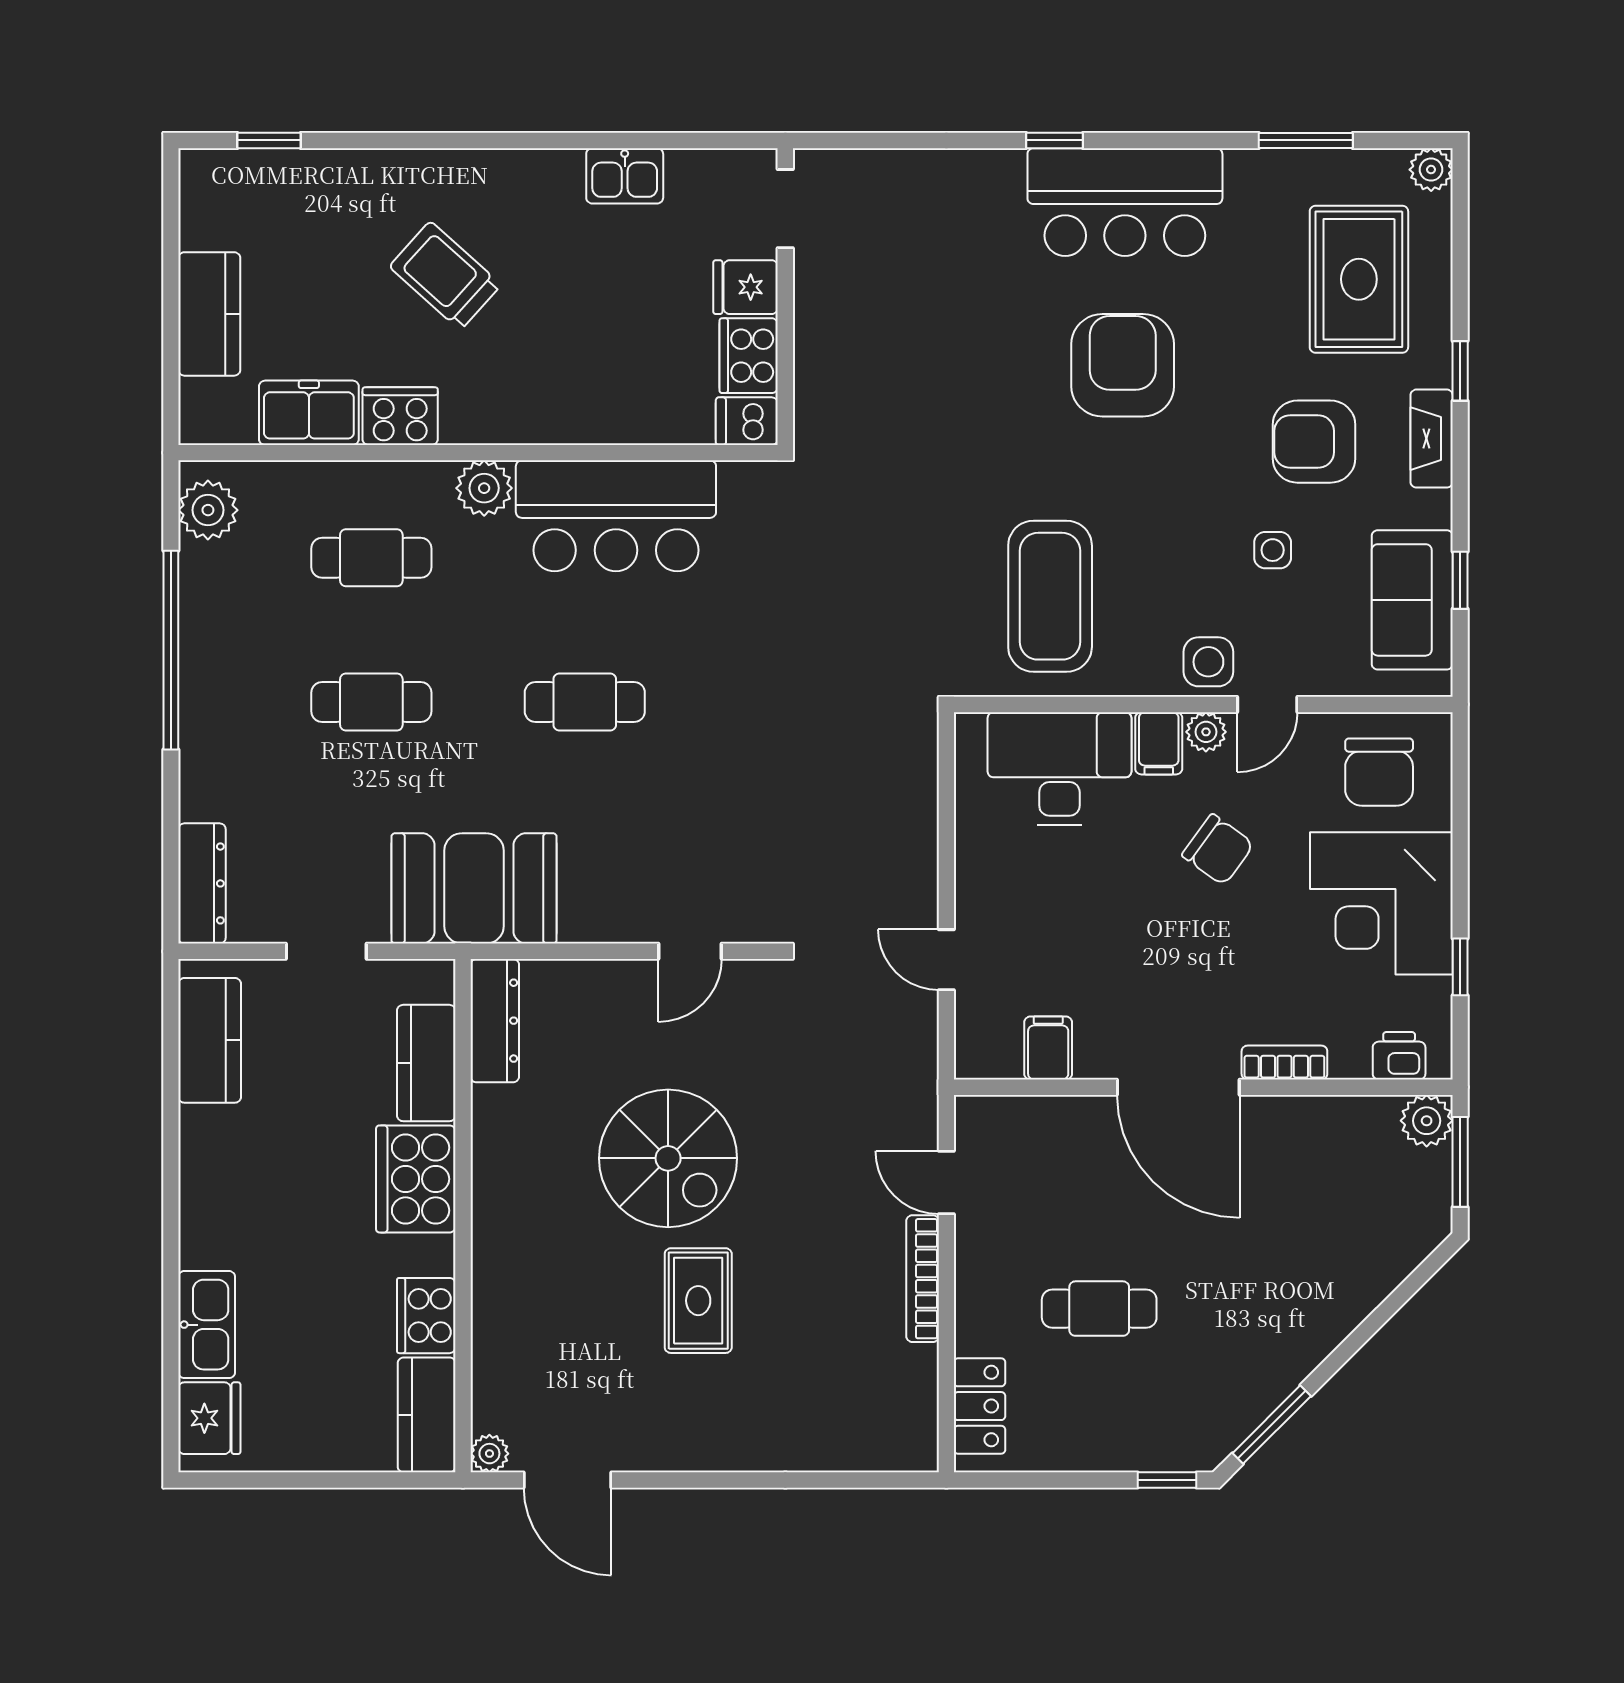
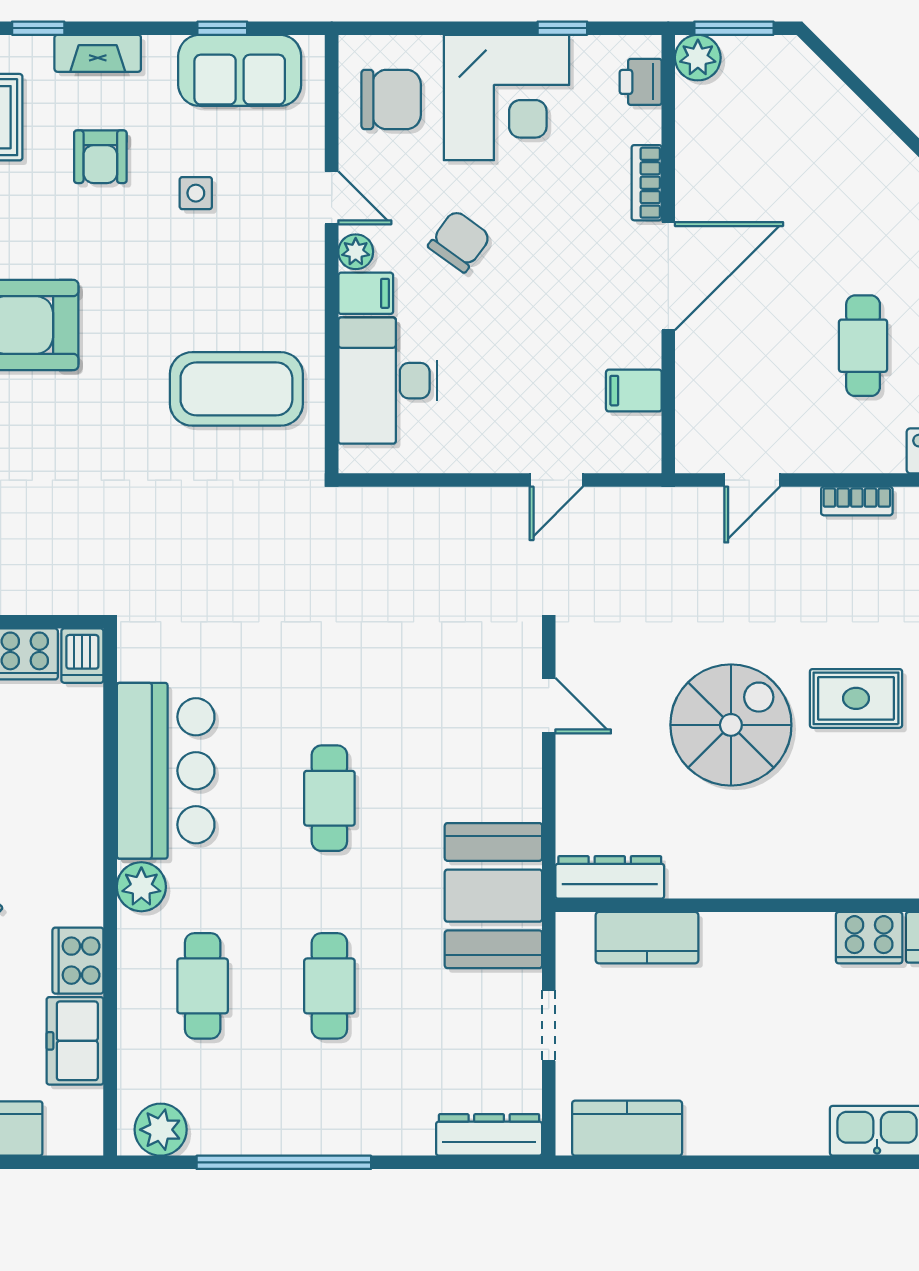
armchair: (1314, 442) -> (100, 157), width x0.72, depth x0.72
side table: (1208, 662) -> (294, 250), removed
cooker: (416, 1179) -> (749, 947), removed
bookcase: (923, 1279) -> (857, 501), width x0.64

